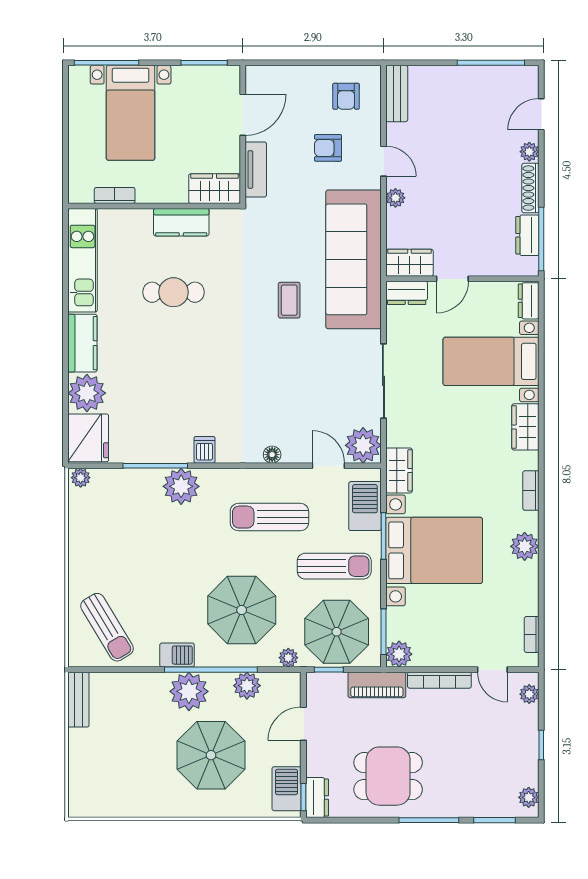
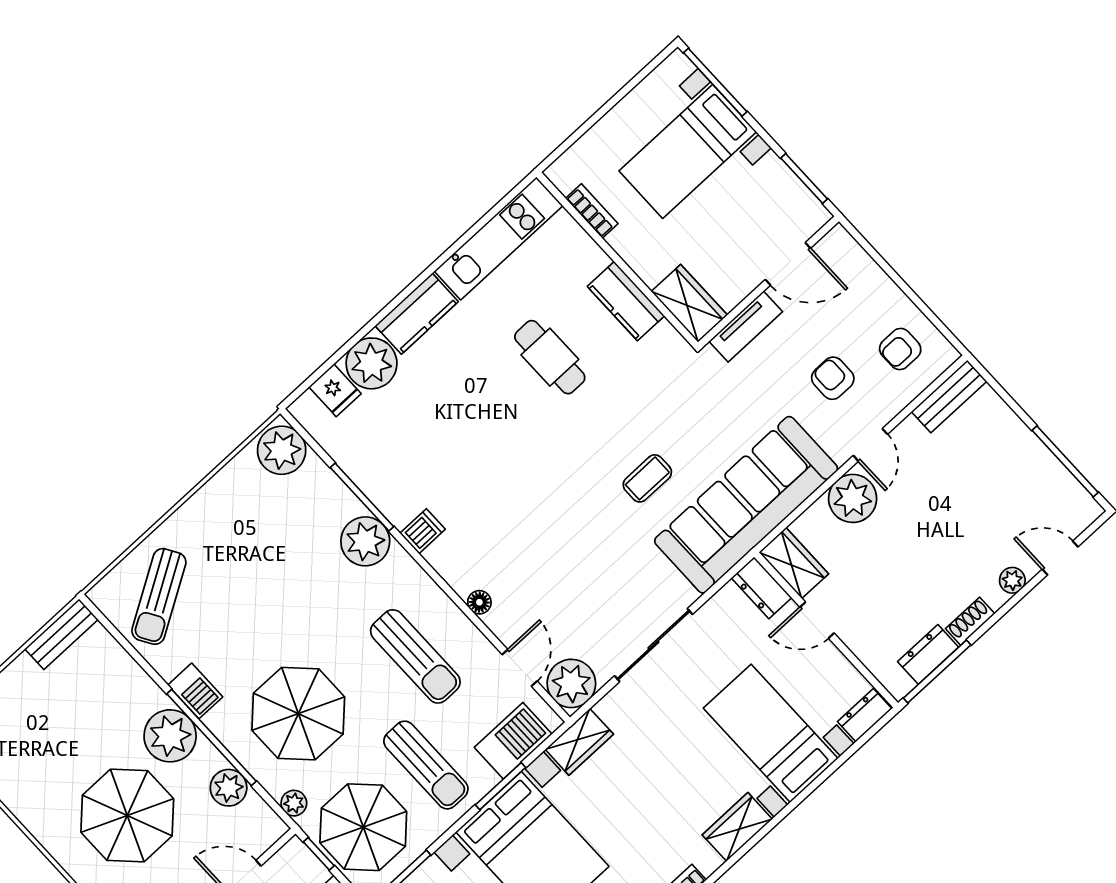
shoe rack: (530, 188) -> (970, 621), width x0.70
plant: (395, 198) -> (853, 498), width x1.87, depth x1.87
fridge: (88, 438) -> (335, 390), width x0.53, depth x0.75
plant: (81, 478) -> (282, 450), width x1.88, depth x1.88
sun lounger: (269, 517) -> (415, 656), turned 180

